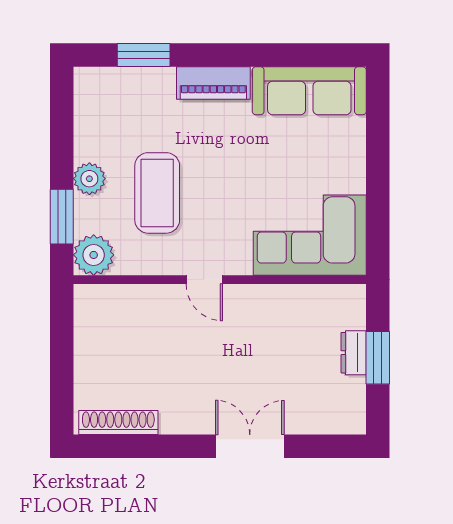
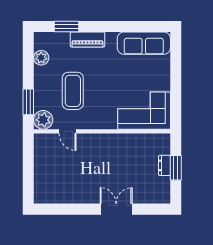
piano: (213, 83) -> (87, 40), moved
plant: (89, 179) -> (41, 58), moved
door: (204, 280) -> (68, 131), moved
shoe rack: (118, 423) -> (55, 198), removed

